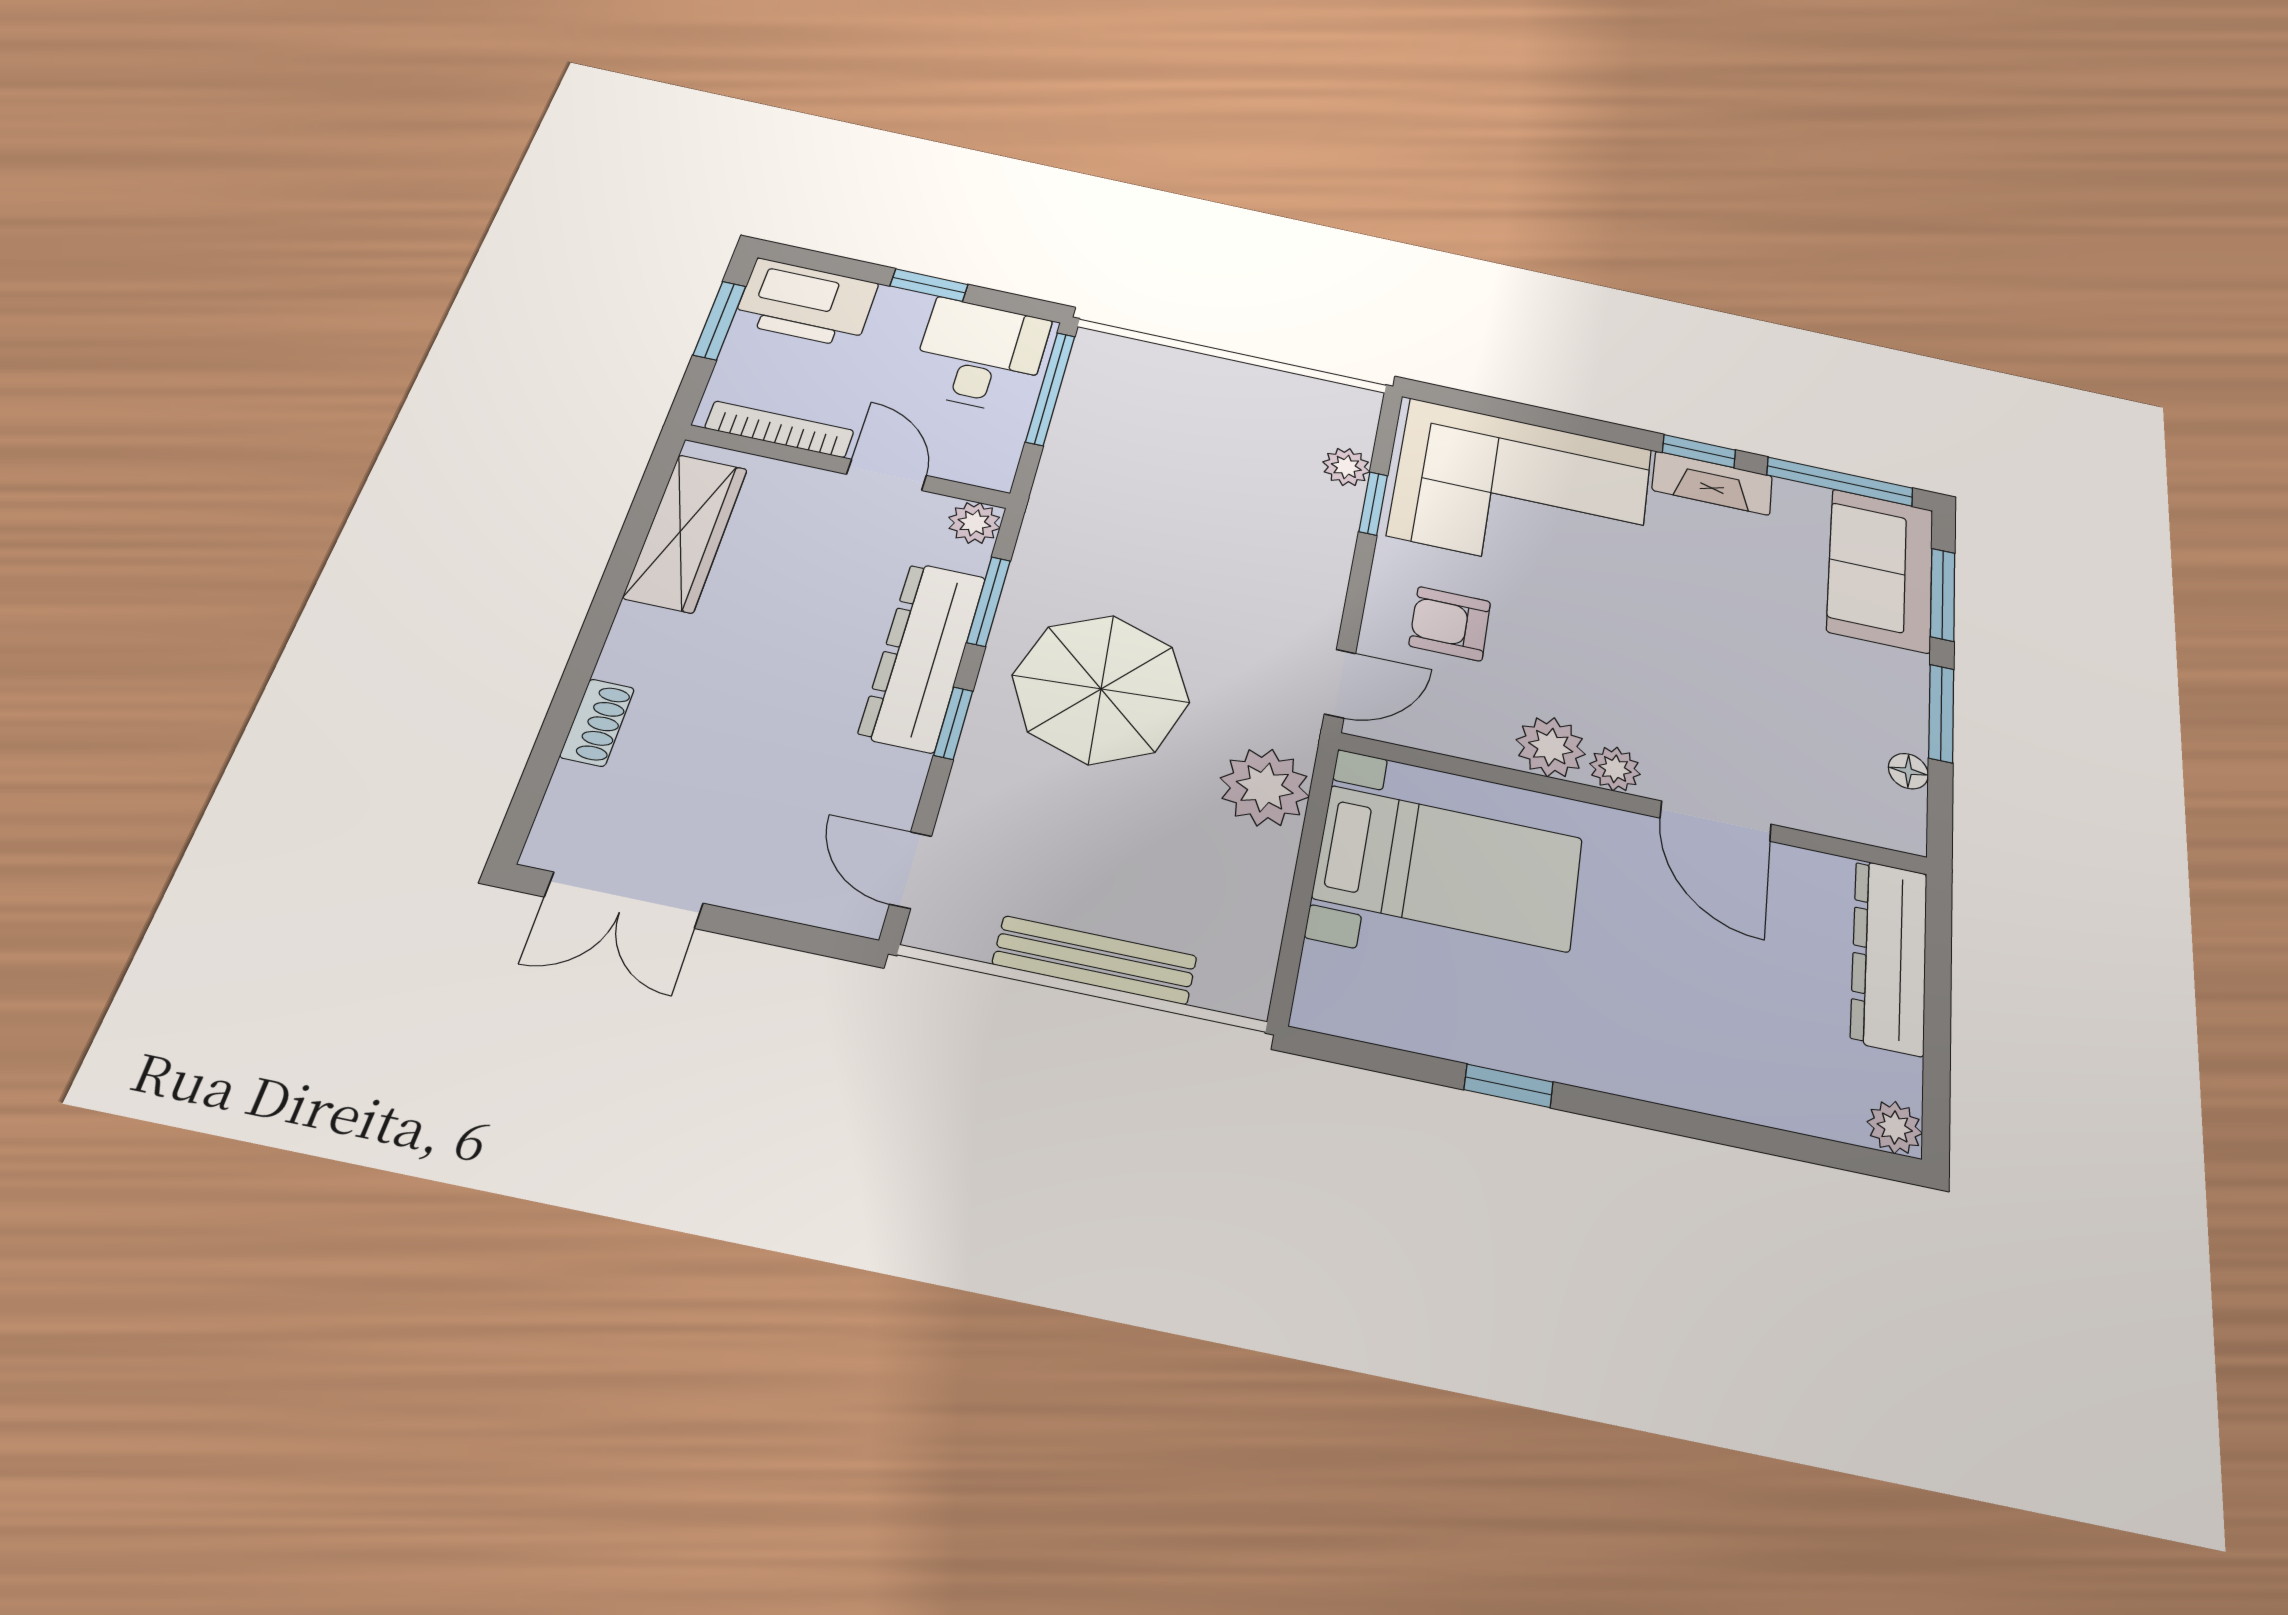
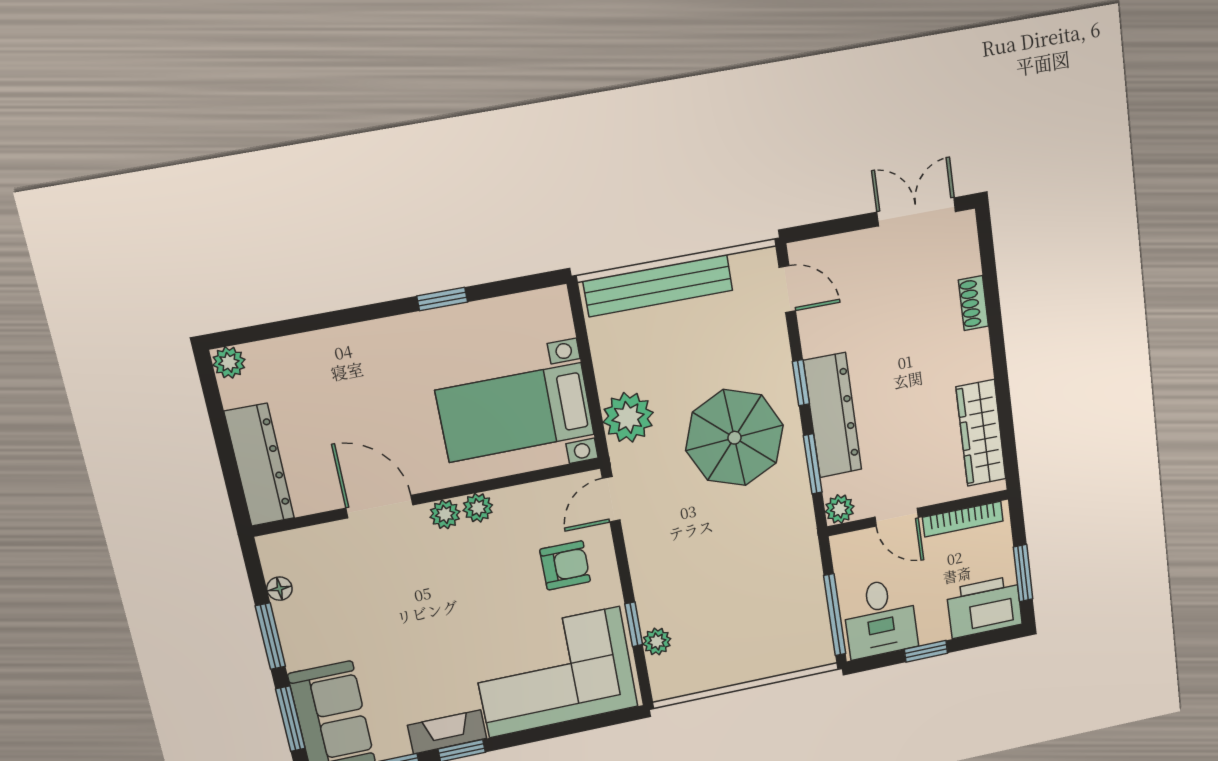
plant: (1551, 747) -> (478, 508), width x0.73, depth x0.73
bench: (1095, 960) -> (658, 286), width x1.37, depth x1.21

